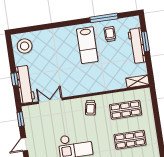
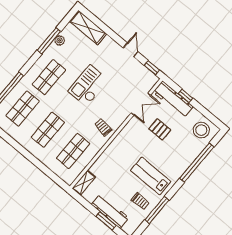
window: (47, 26) -> (197, 163), added
pallet: (53, 72) -> (160, 129), added

